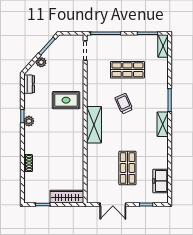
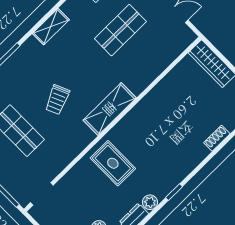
plant: (29, 121) -> (150, 202), moved
shelving: (163, 124) -> (51, 27), moved

